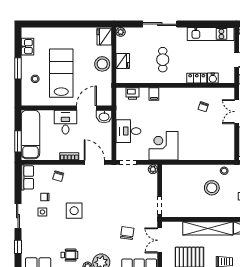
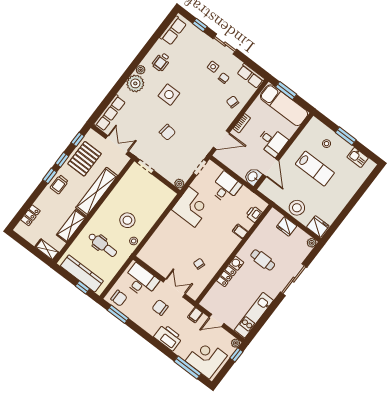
lab bench: (61, 73) -> (315, 169), width x0.73, depth x0.72
water cooler: (213, 78) -> (236, 263), moved
side table: (74, 211) -> (169, 95), moved
chair: (127, 233) -> (167, 132), moved

